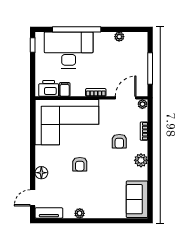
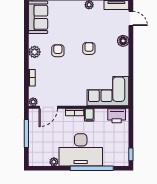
desk: (69, 50) -> (81, 150), moved
filing cabinet: (65, 89) -> (89, 115), moved
corner sofa: (67, 122) -> (108, 91), width x0.73, depth x0.74
armchair: (119, 141) -> (58, 51), moved
door: (33, 198) -> (131, 19), hinge flipped

